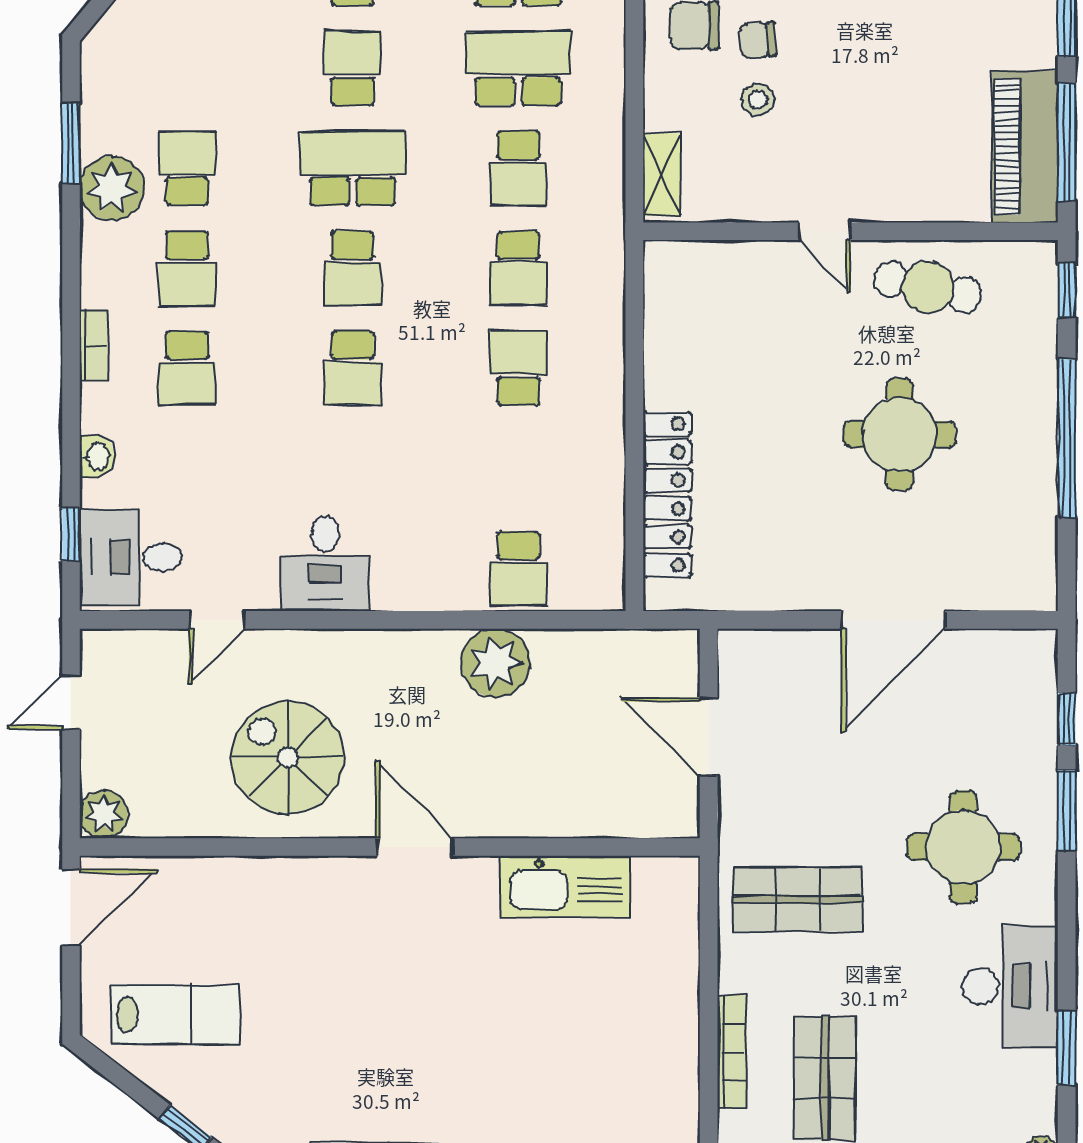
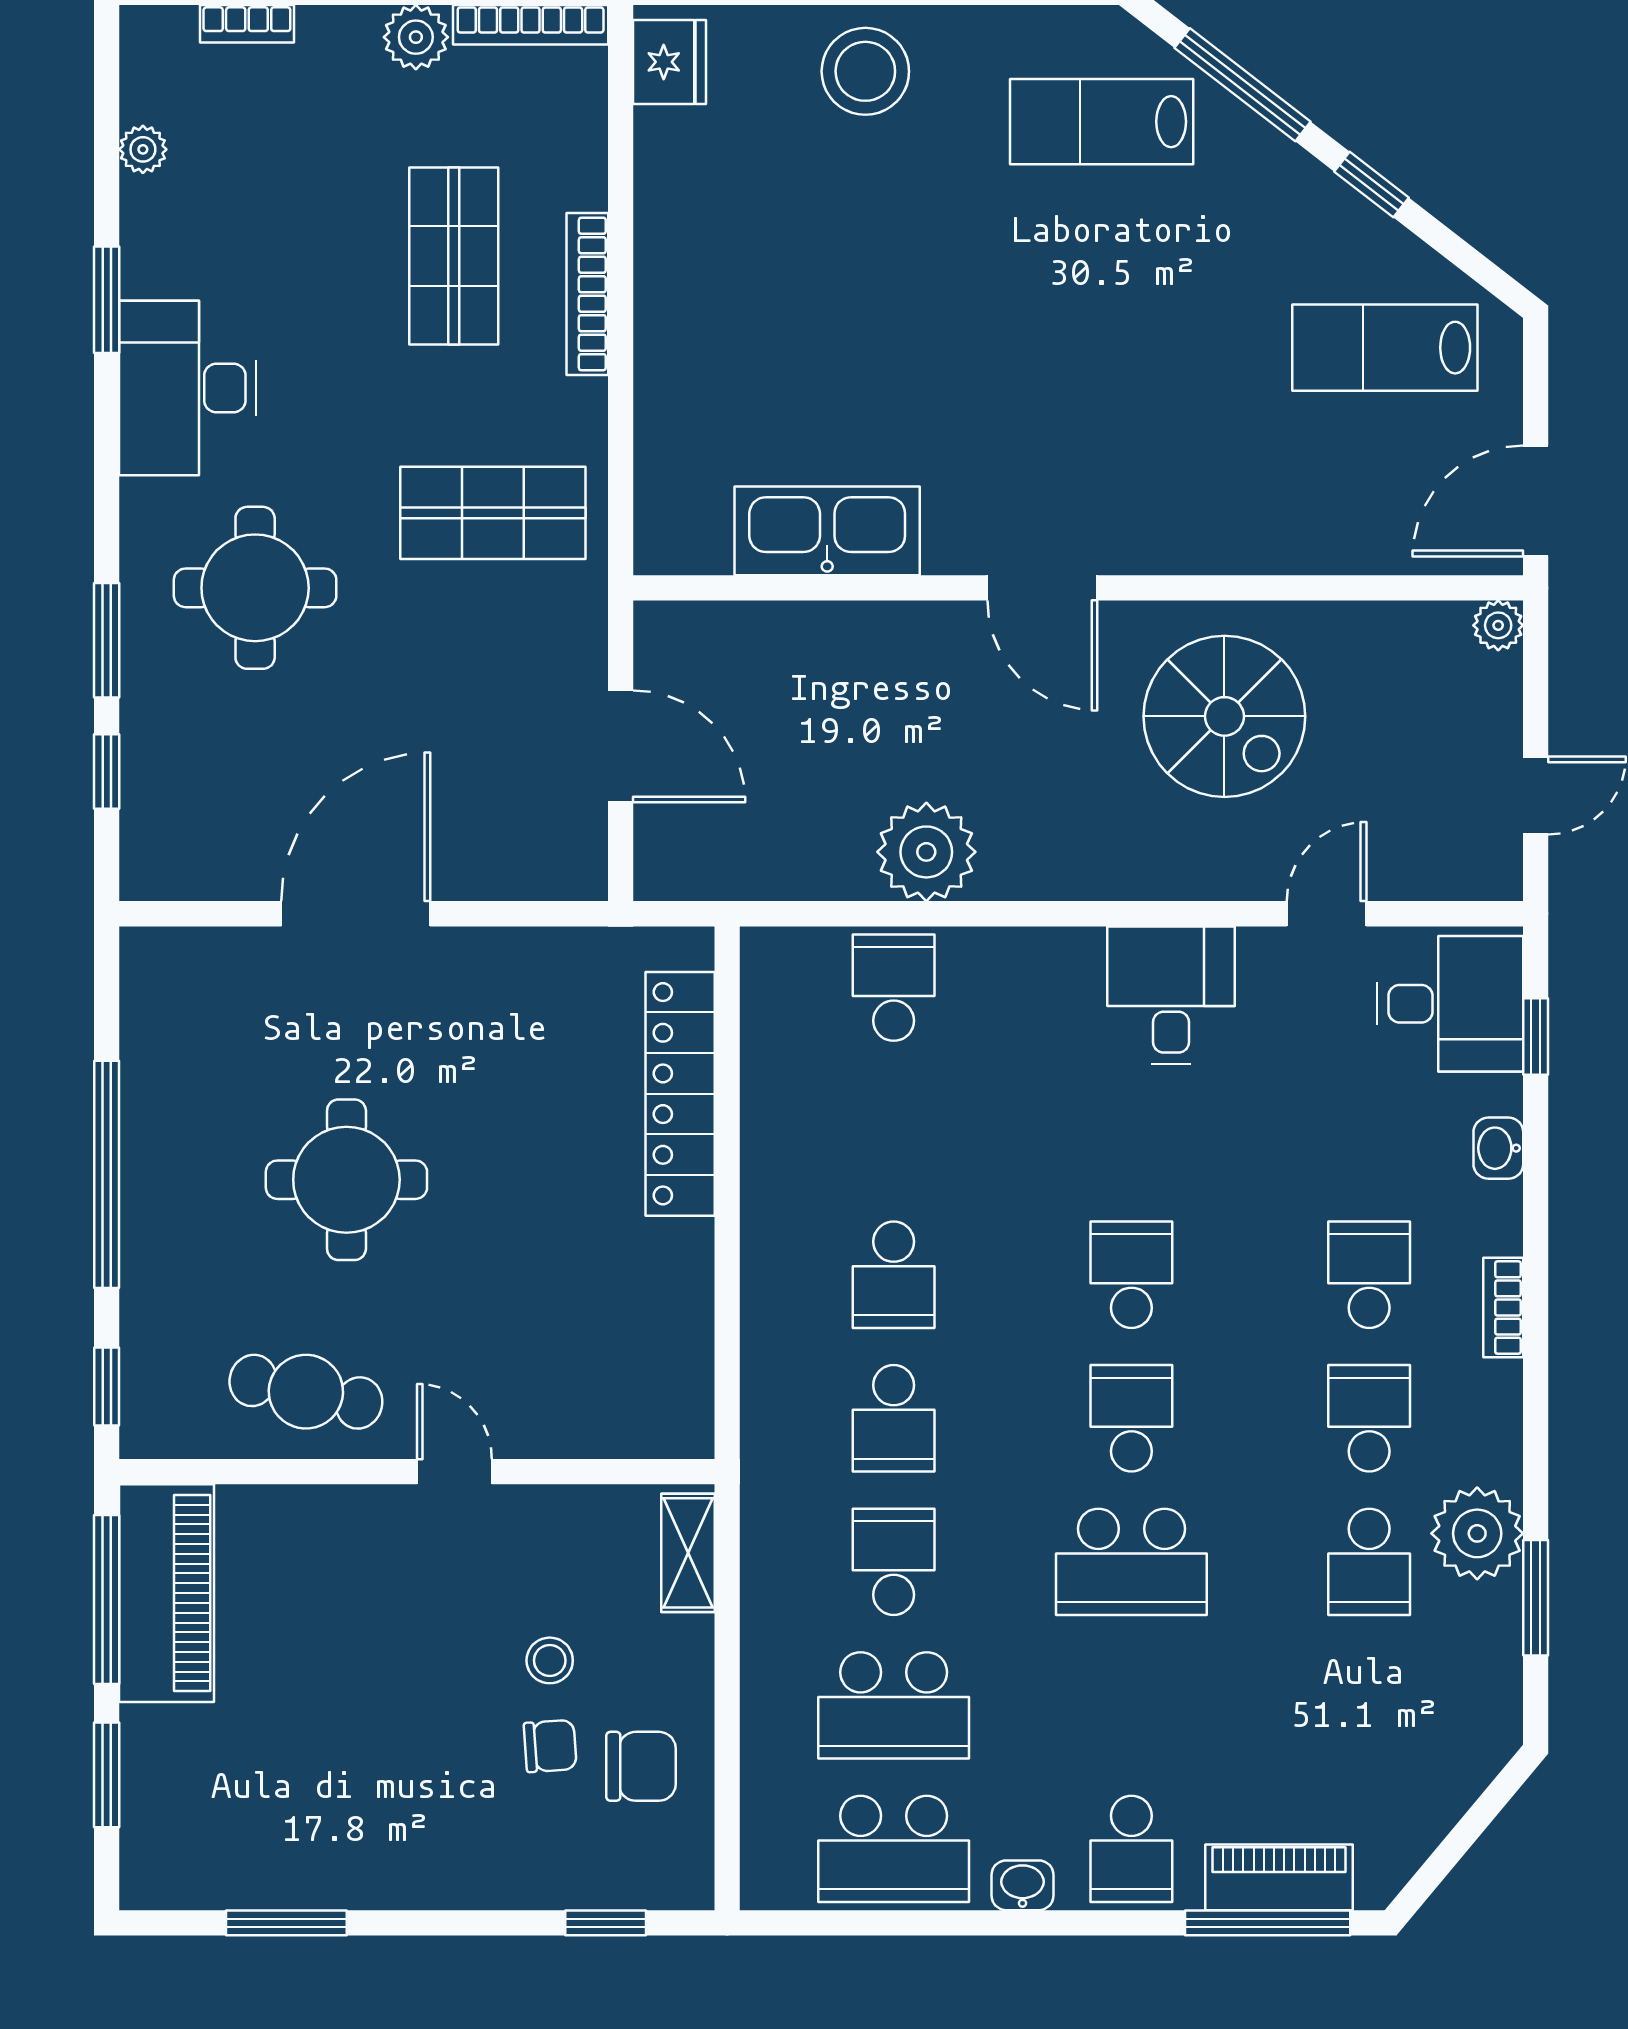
school desk: (353, 68) -> (1131, 1705), removed
school desk: (518, 268) -> (894, 1418), turned 180
plant: (104, 814) -> (1498, 625), width x0.73, depth x0.73

